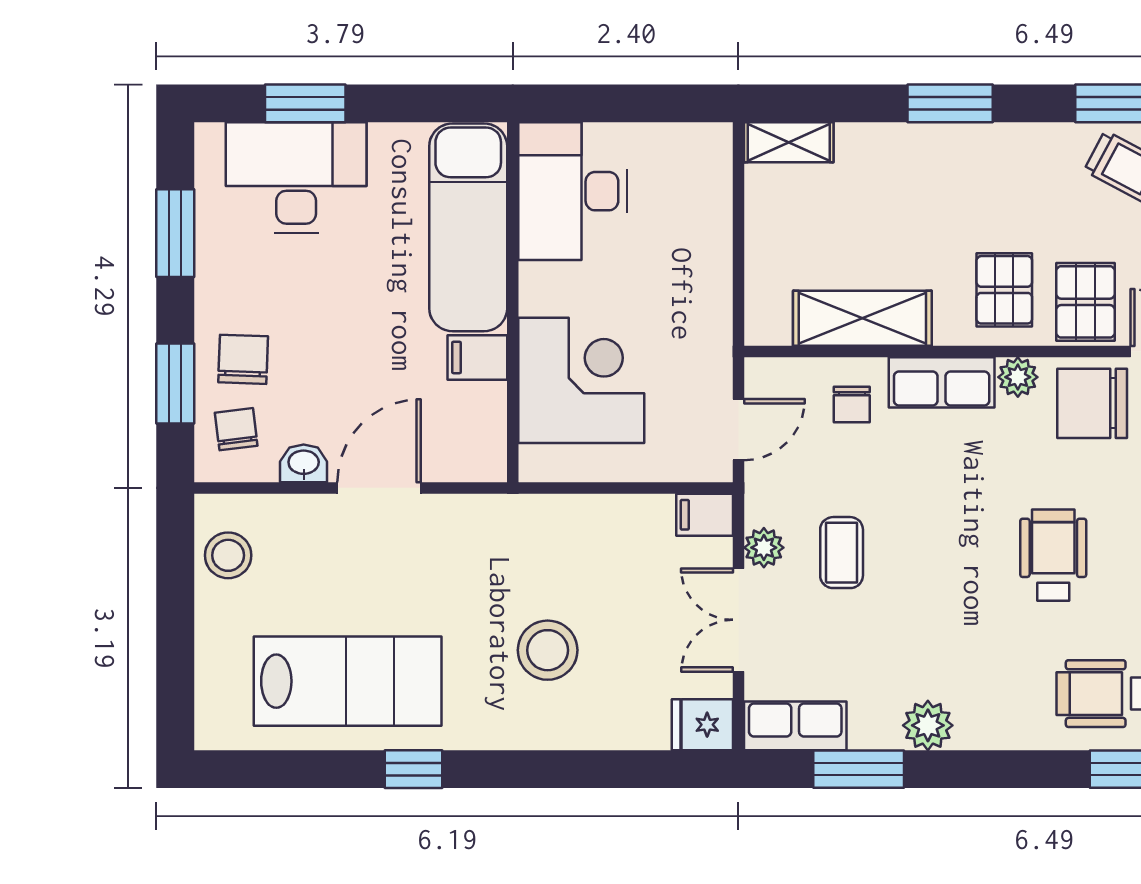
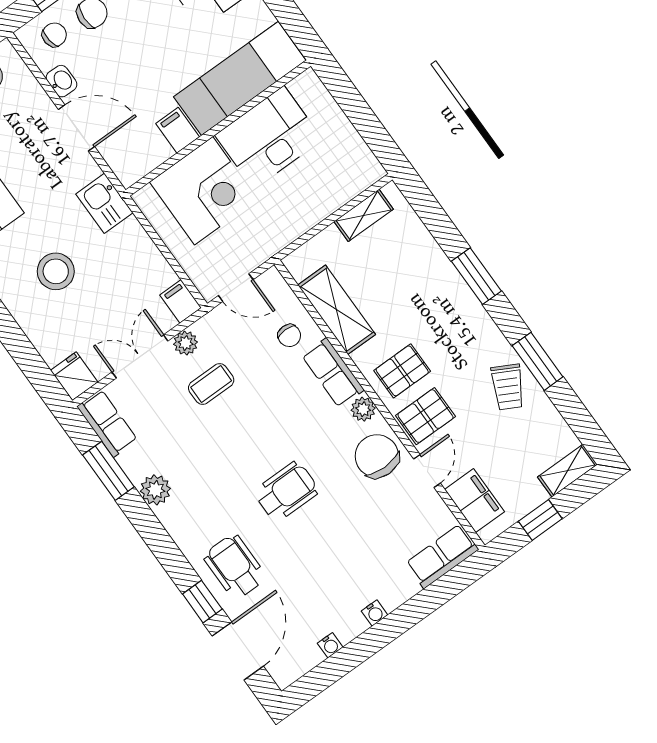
shelving: (789, 142) -> (364, 215), moved, turned 90
desk: (573, 191) -> (269, 137), moved
chair: (852, 404) -> (289, 336), turned -90
kitchen sink: (504, 522) -> (104, 203), added

